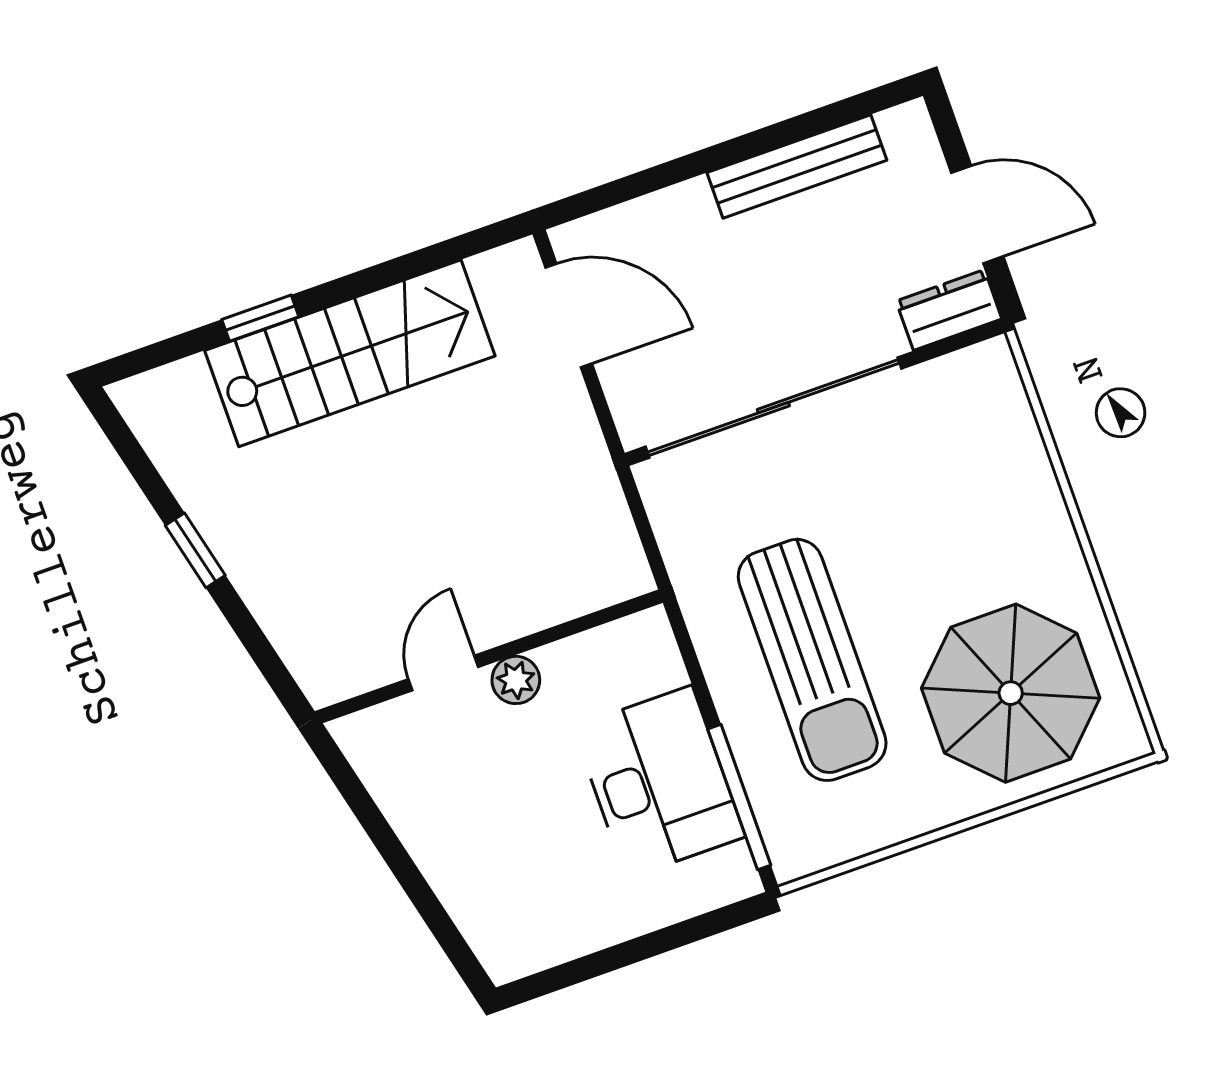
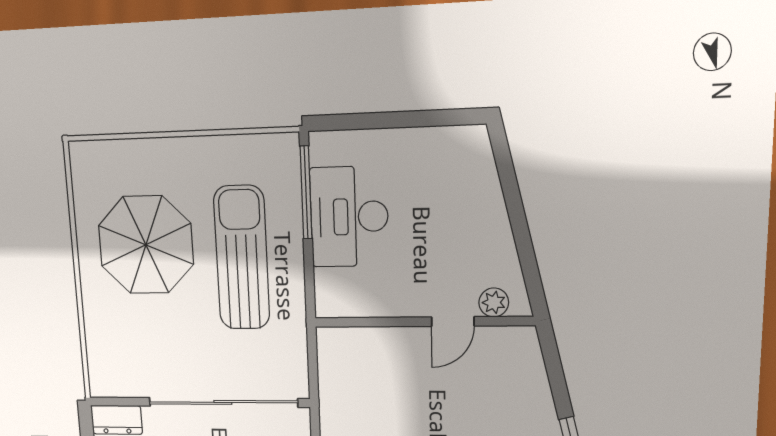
plant: (516, 680) -> (494, 302), moved
parasol: (1011, 693) -> (146, 245), moved

